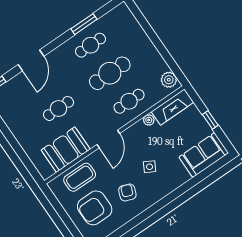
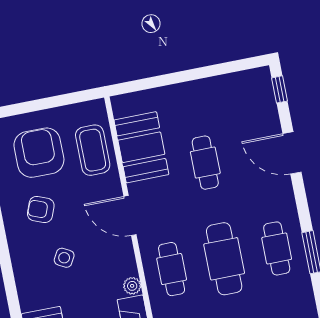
armchair: (127, 193) -> (41, 210), turned 180

